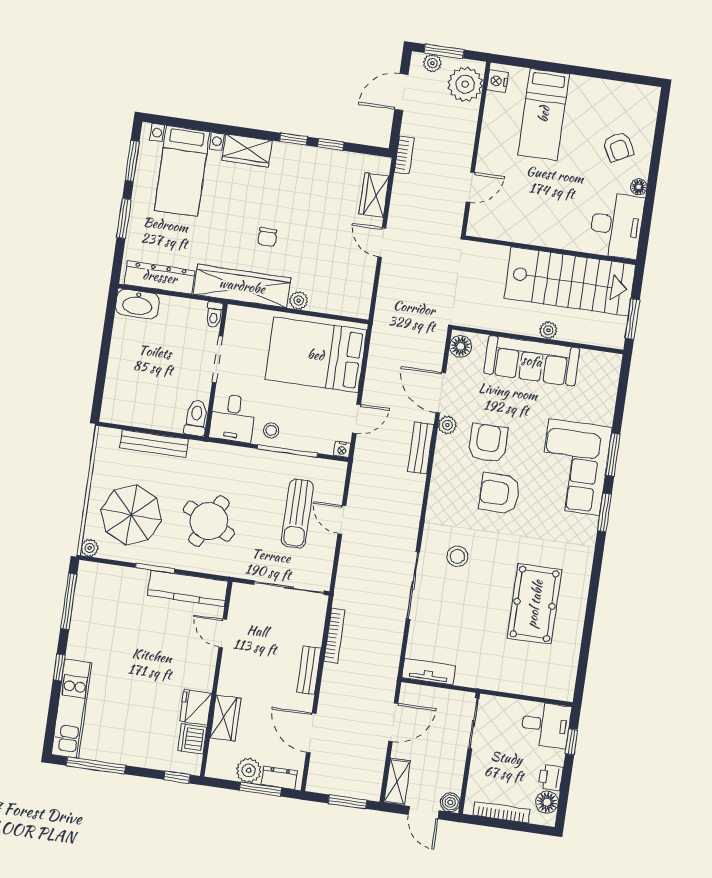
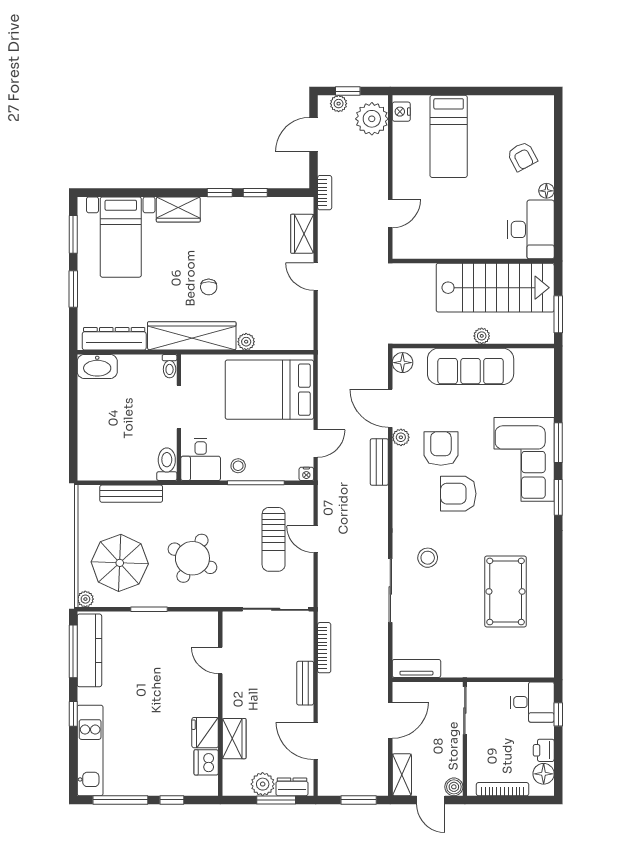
window: (444, 51) -> (348, 91), width x0.67
kitchen counter: (188, 588) -> (89, 650), moved, turned -90
window: (177, 777) -> (172, 800), moved

